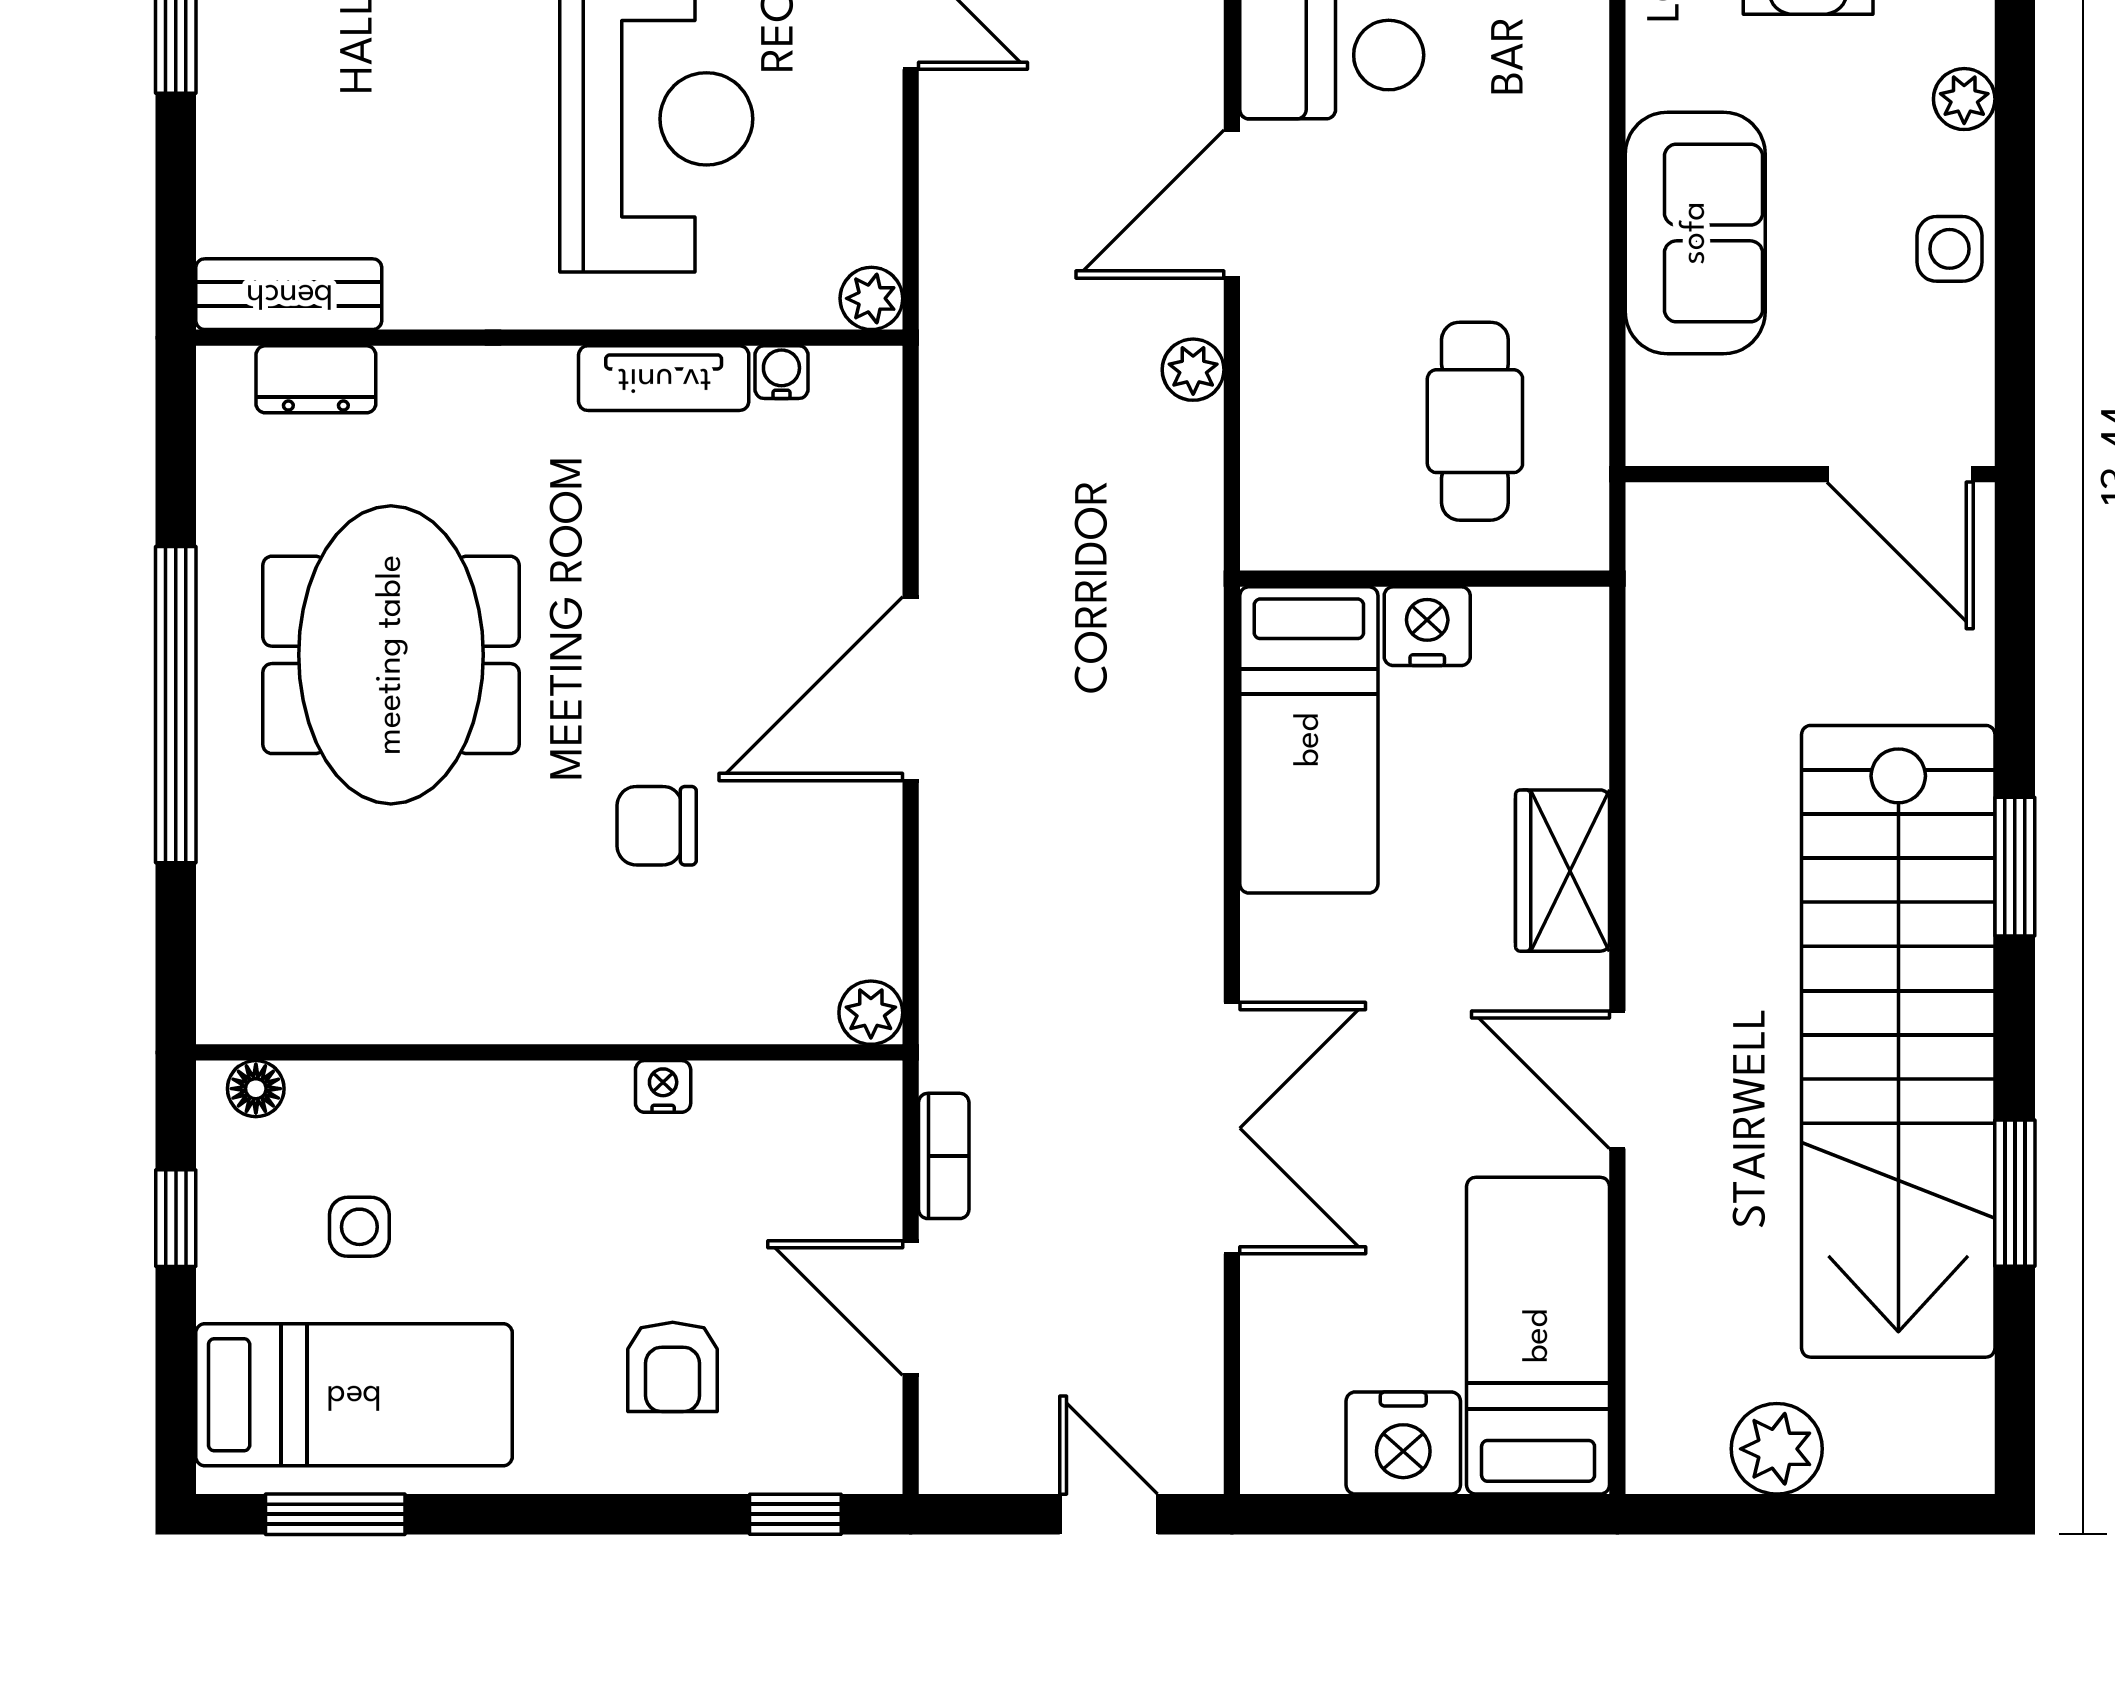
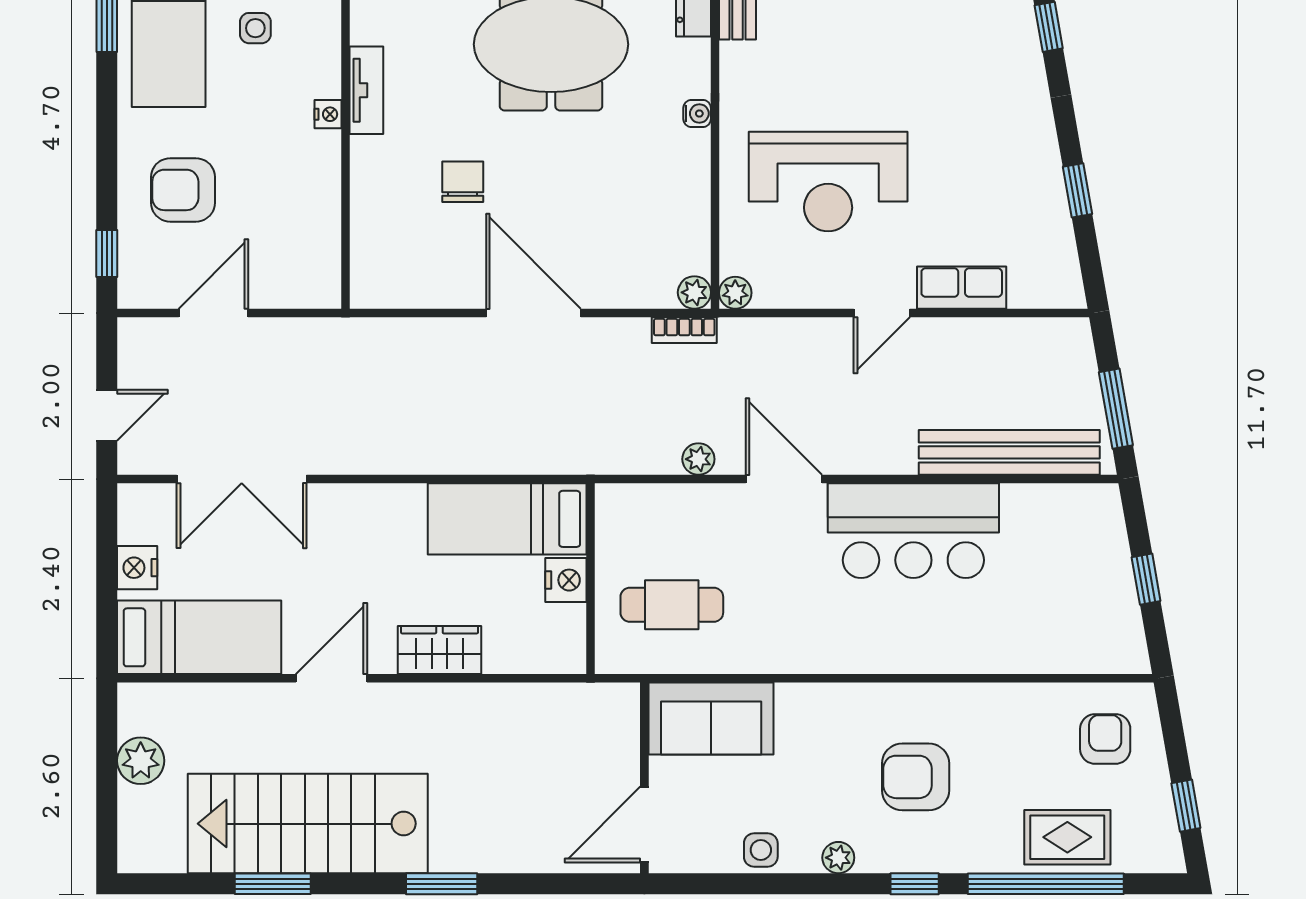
sofa: (1695, 233) -> (711, 719), moved
water cooler: (781, 372) -> (697, 113), moved
tv unit: (664, 378) -> (366, 90), moved, turned 180
plant: (871, 1013) -> (694, 292), moved
stairs: (1898, 1041) -> (308, 824), width x0.73
nightstand: (663, 1086) -> (328, 114), moved
double door: (1232, 1128) -> (242, 479), moved
bookcase: (944, 1156) -> (684, 330), moved
armchair: (673, 1367) -> (183, 190), width x1.38, depth x1.38
nightstand: (1403, 1443) -> (137, 568), width x0.74, depth x0.75

